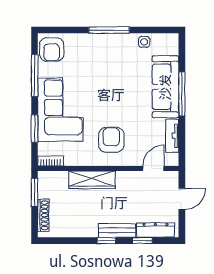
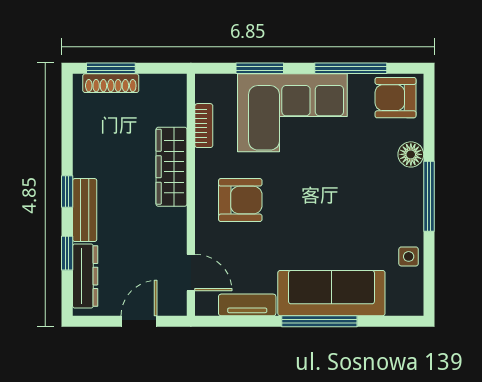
floor lamp: (85, 41) -> (411, 154), added
bookcase: (51, 161) -> (204, 126), moved
window: (35, 192) -> (111, 68), moved
door: (182, 199) -> (139, 321), swing flipped

